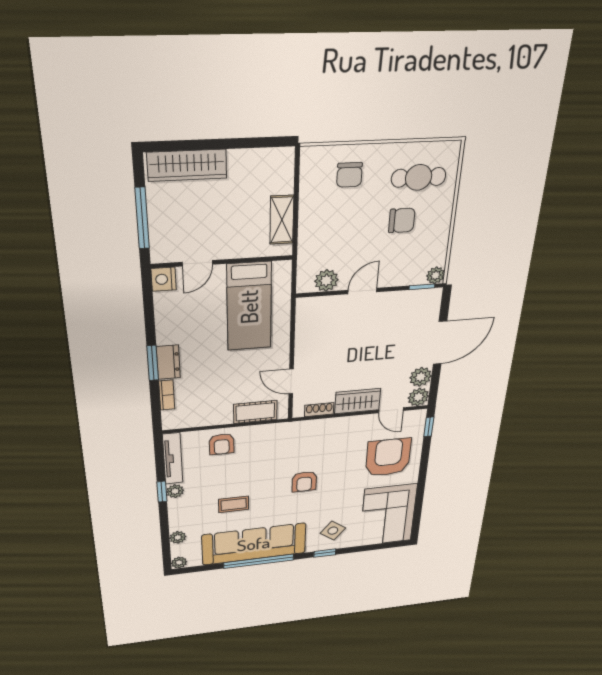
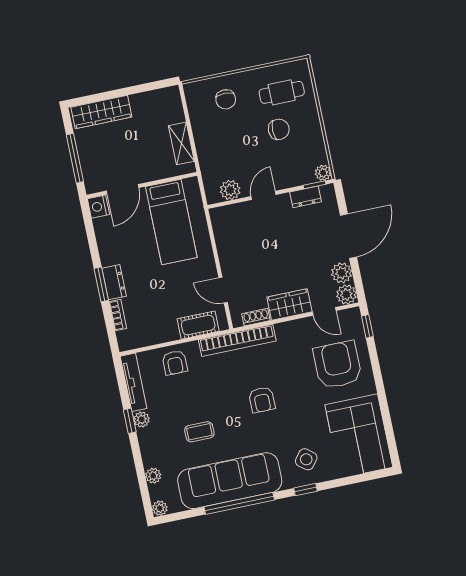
door: (197, 263) -> (122, 189), width x1.38
dresser: (408, 298) -> (306, 197), added
bookcase: (293, 429) -> (237, 340), added

